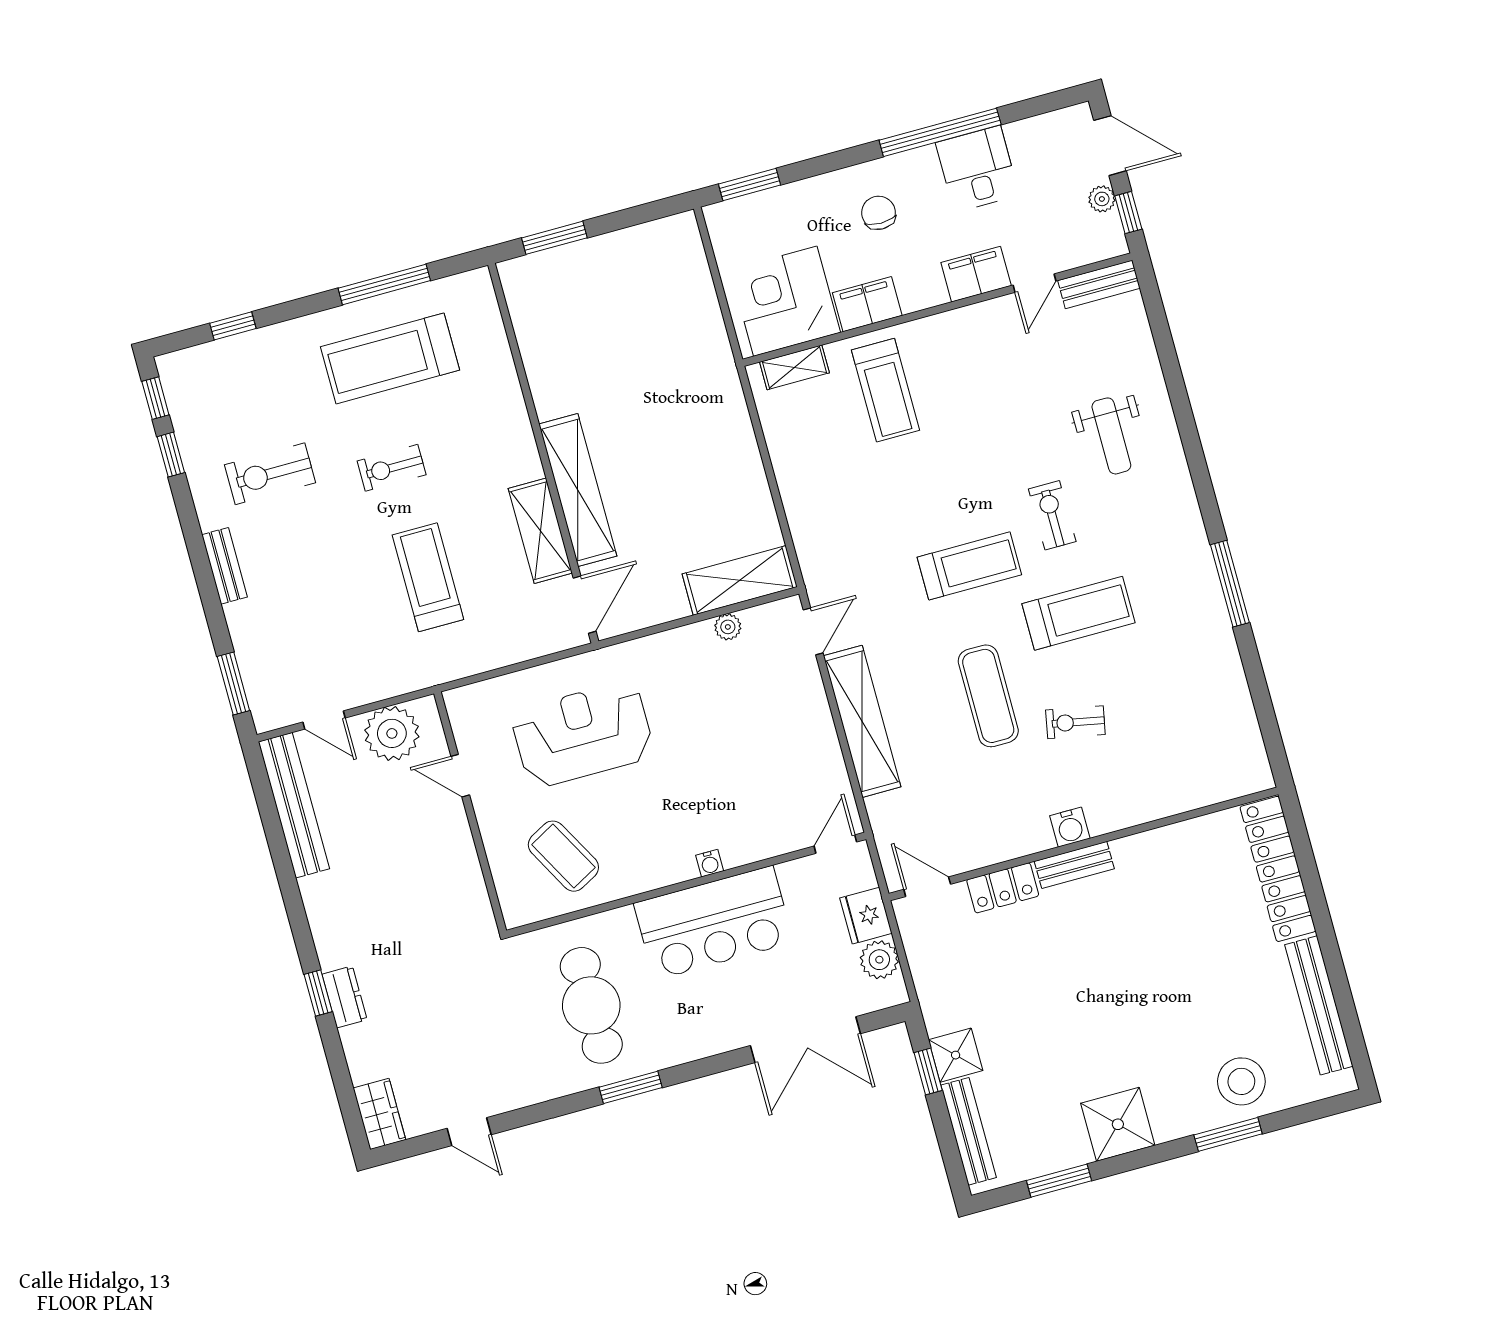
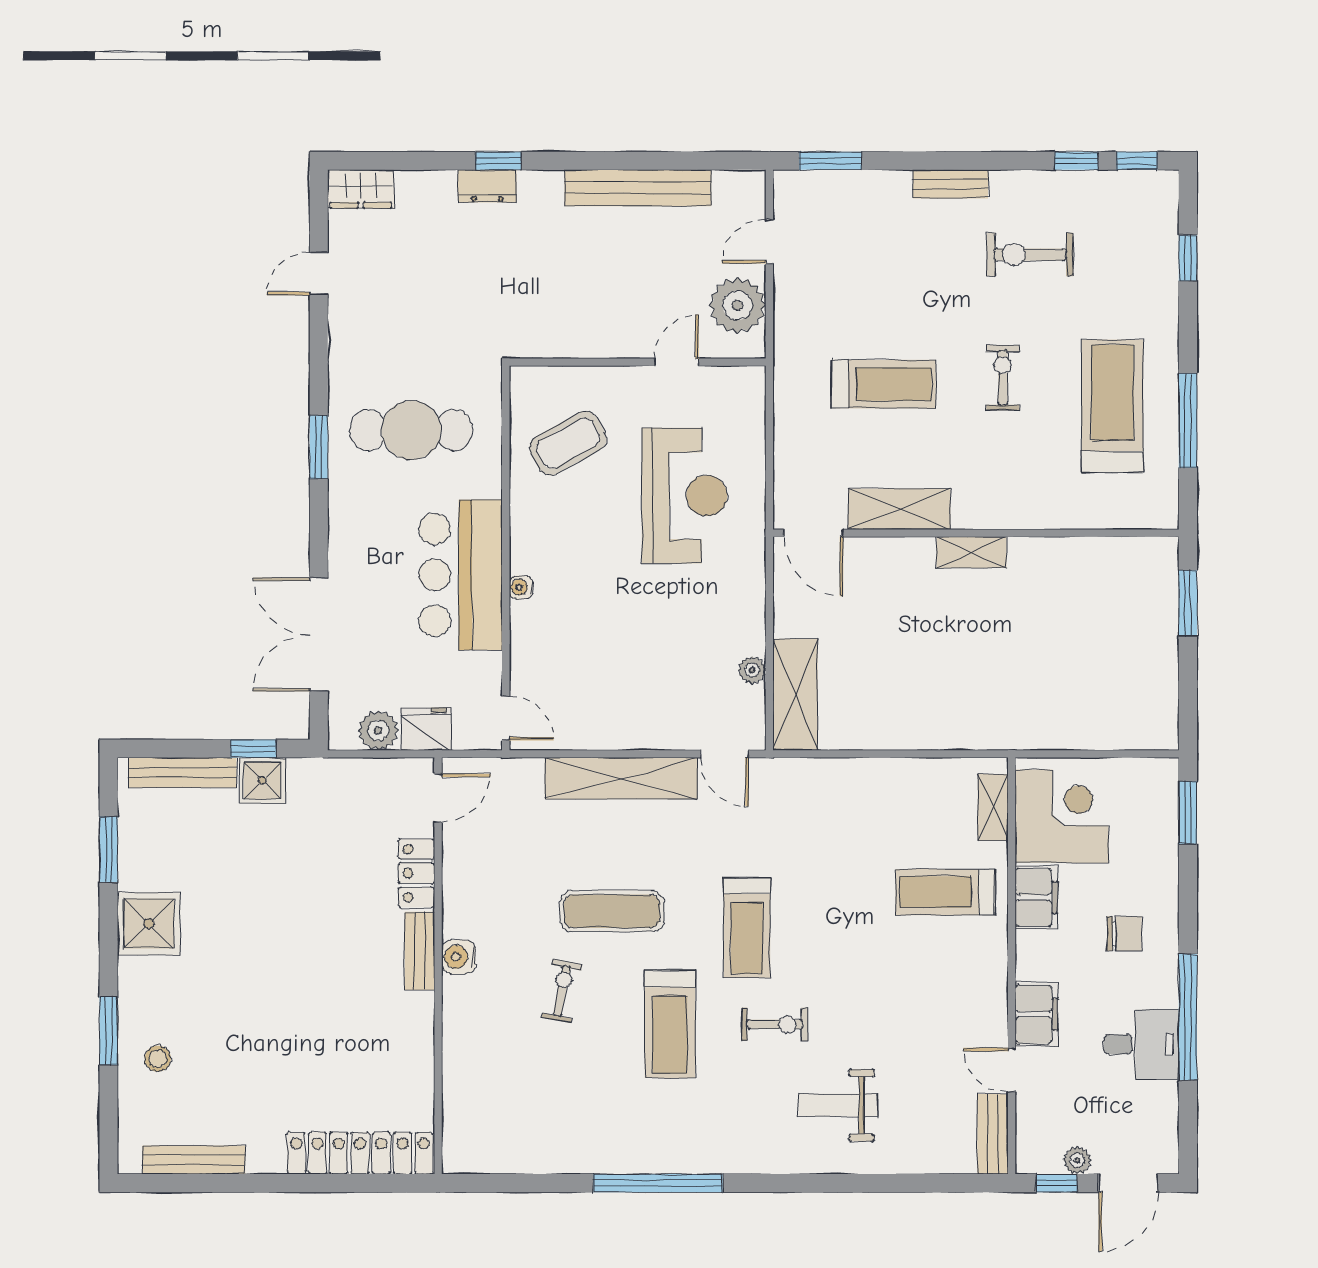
exercise bike: (270, 474) -> (1030, 255), turned -90
shelving: (578, 490) -> (972, 552), width x0.45, depth x0.75
window: (1230, 584) -> (658, 1183), width x1.46
bench: (294, 805) -> (638, 188), moved
bench: (1319, 1005) -> (194, 1160), width x0.73, depth x0.82
stool: (1241, 1081) -> (158, 1059), width x0.53, depth x0.53

